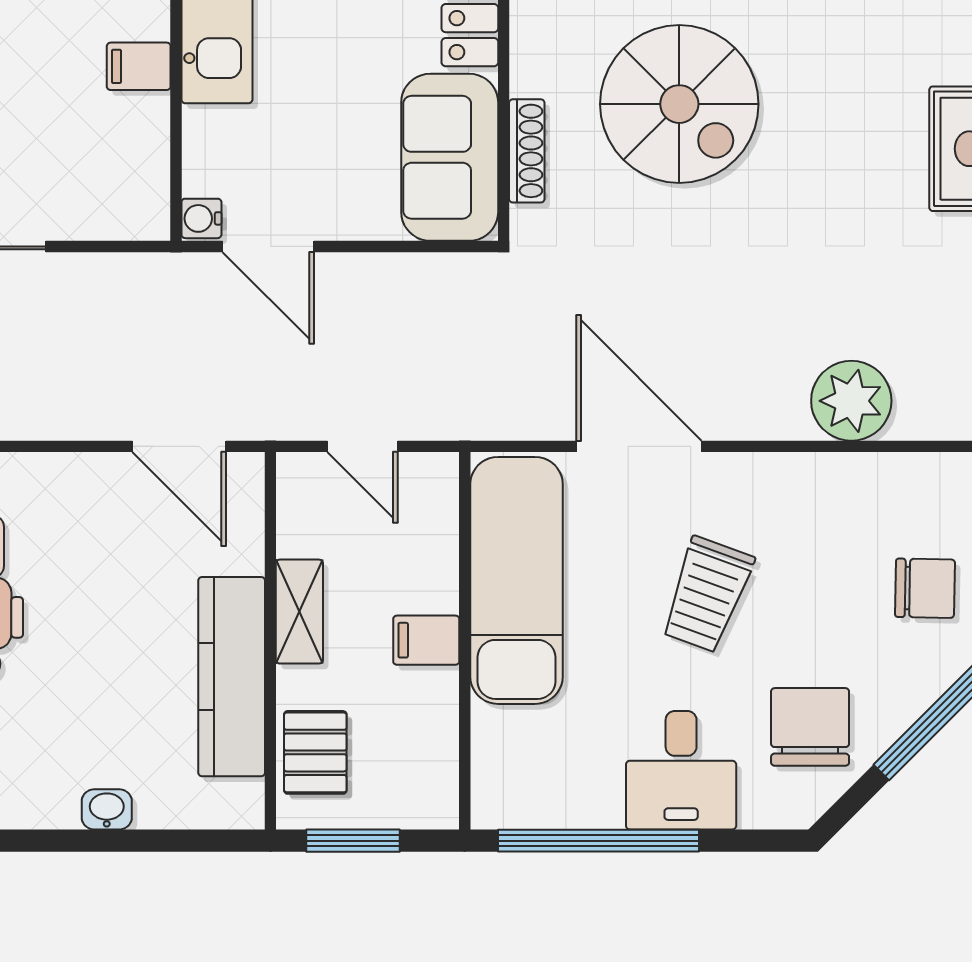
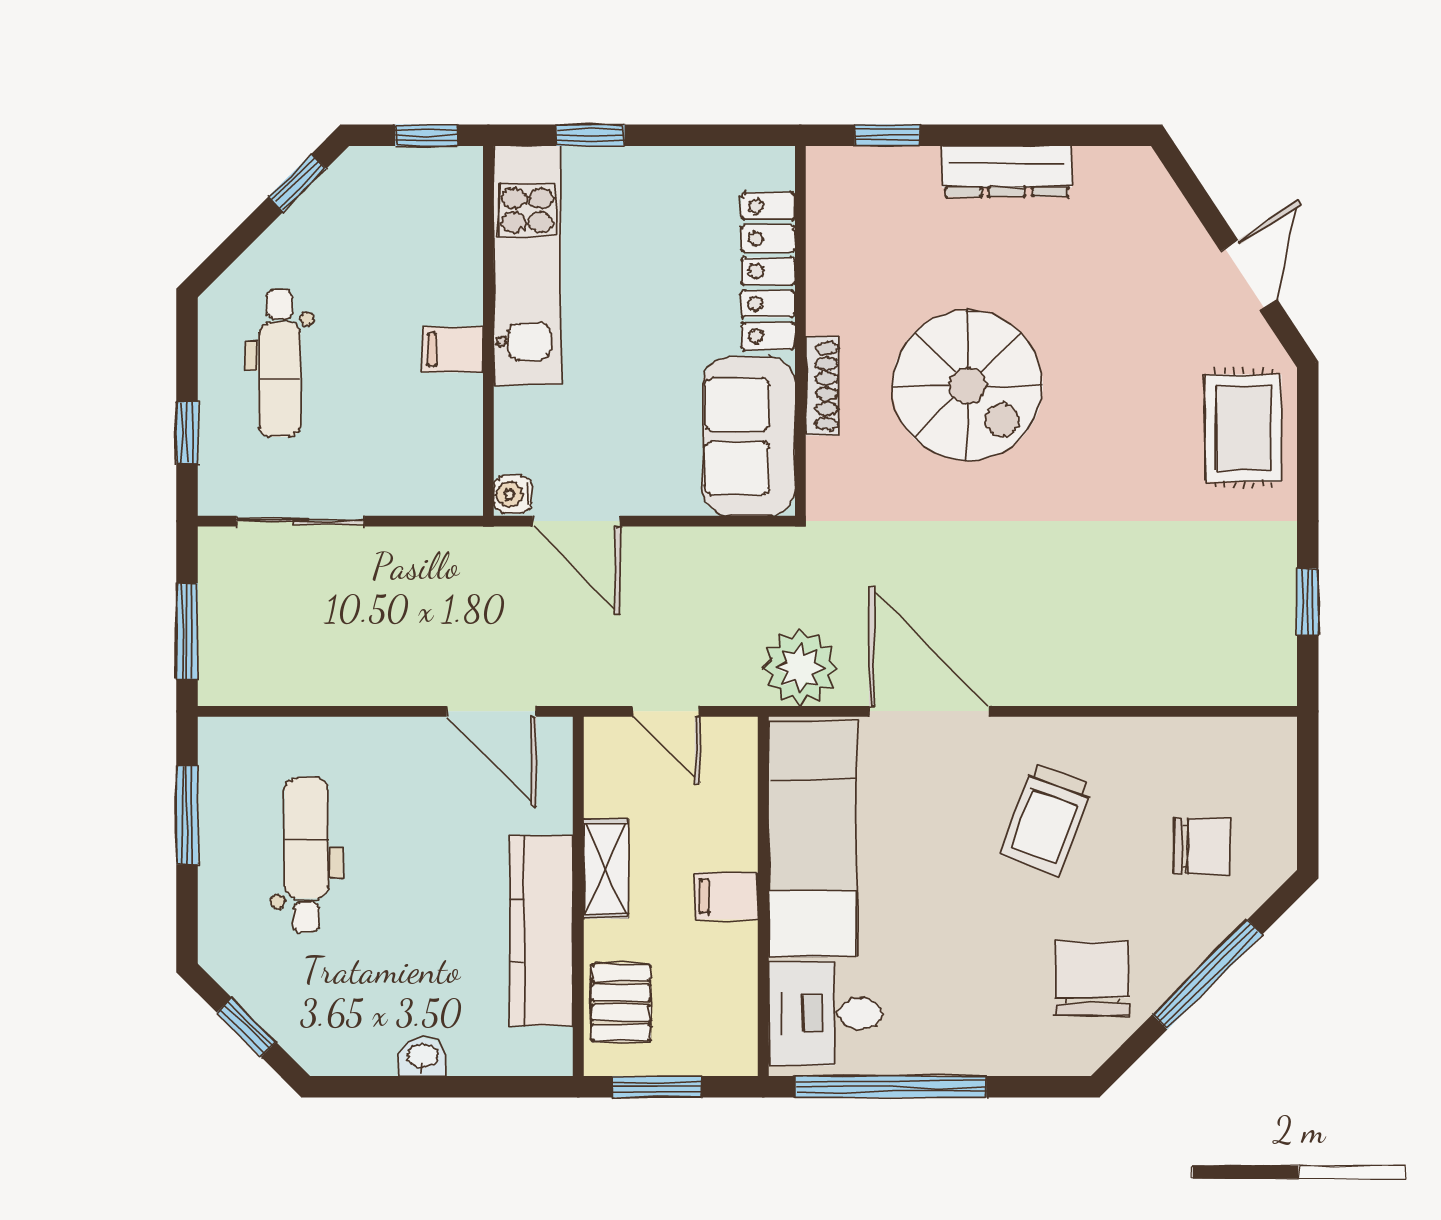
shoe rack: (527, 151) -> (822, 386), moved
plant: (851, 401) -> (800, 668), moved
trolley: (707, 595) -> (1046, 820), moved
desk: (681, 770) -> (825, 1013), moved, turned 90

